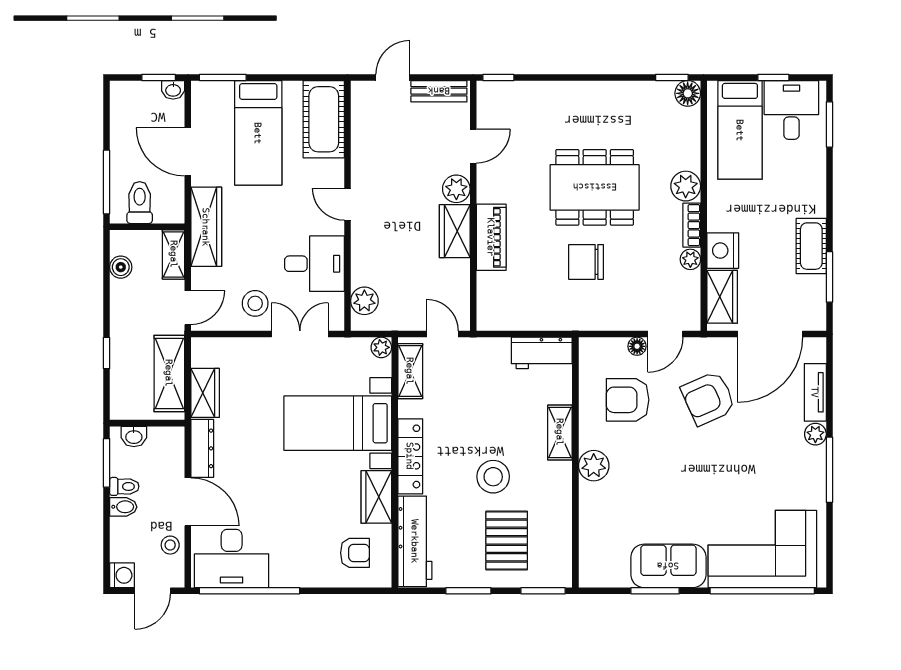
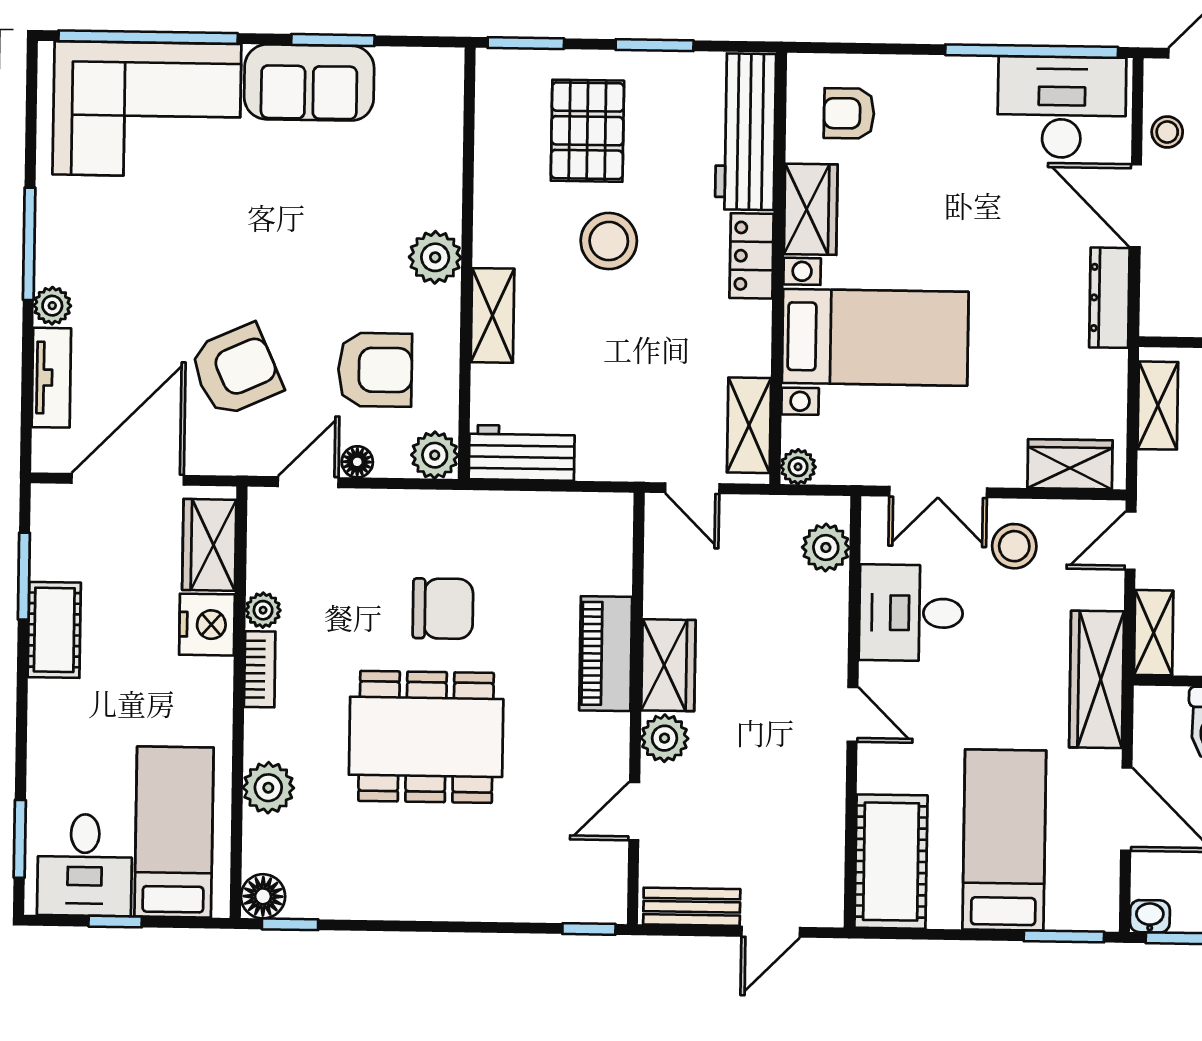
plant: (686, 186) -> (268, 788), moved
plant: (592, 351) -> (435, 455), added
shelving: (169, 373) -> (1158, 406), width x0.67, depth x0.75
wardrobe: (205, 393) -> (1070, 464), moved, turned 90
locker: (410, 456) -> (752, 256), width x0.66

